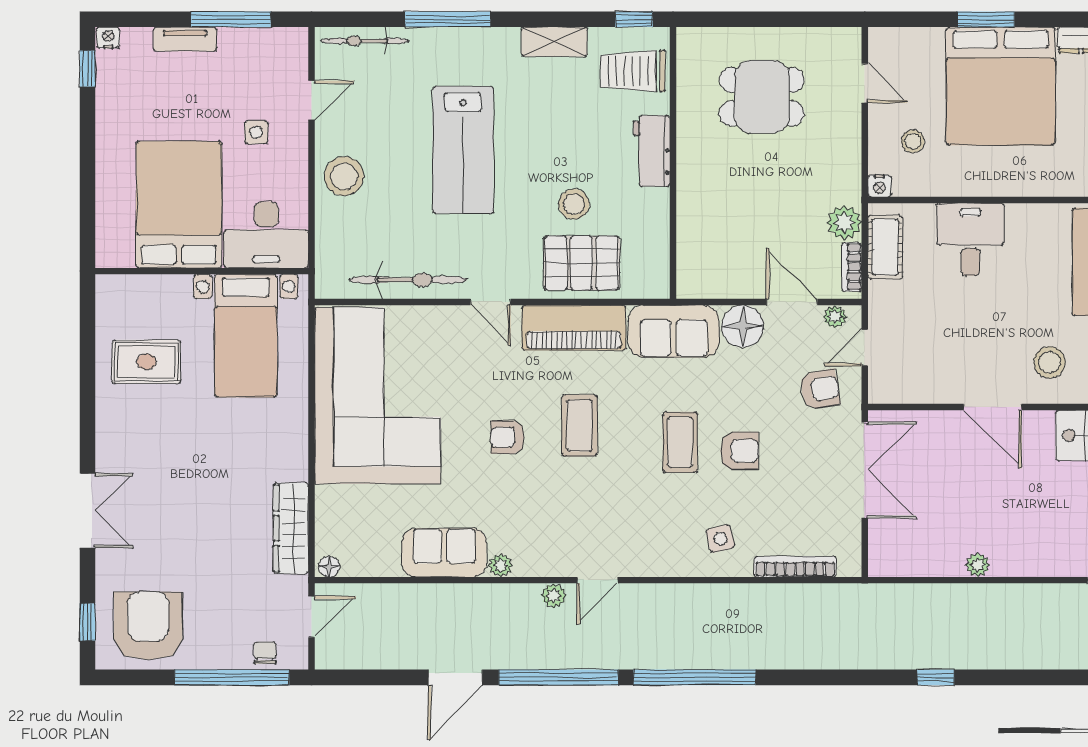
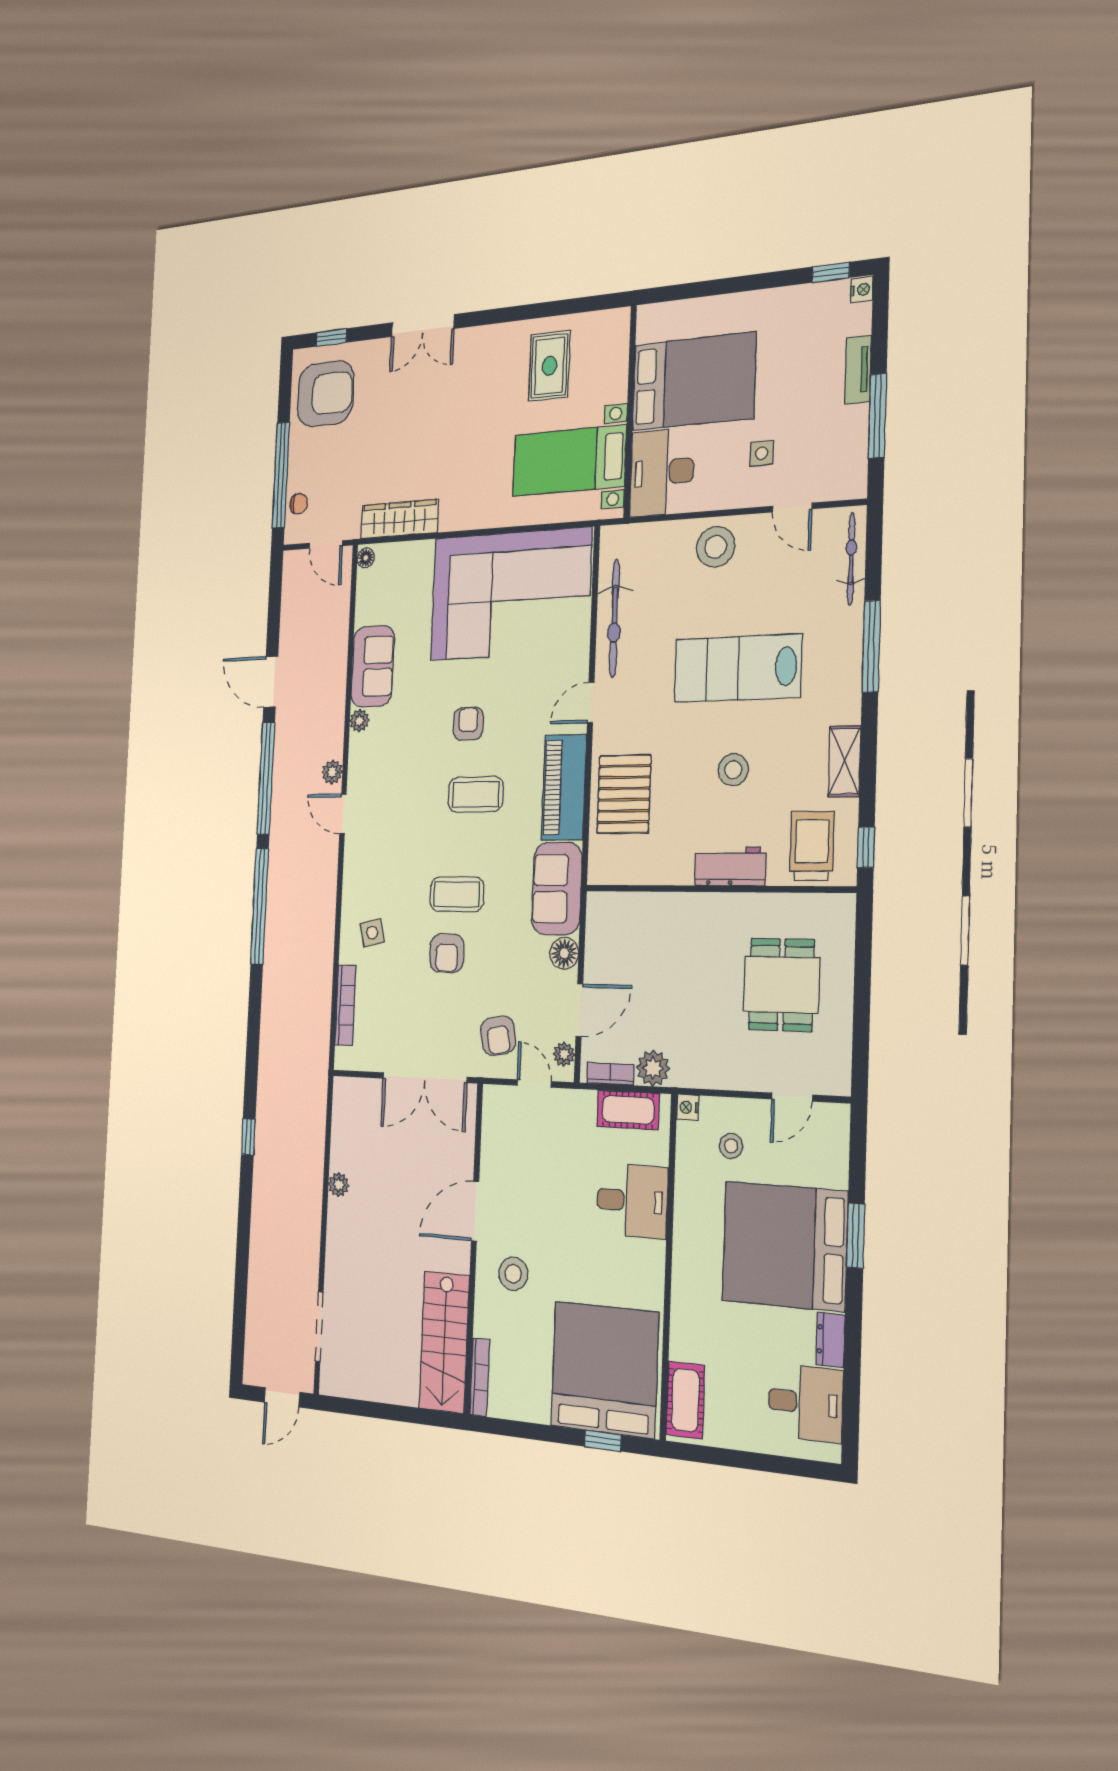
stool: (574, 204) -> (733, 770), moved
floor lamp: (743, 326) -> (564, 953), width x0.73, depth x0.73

